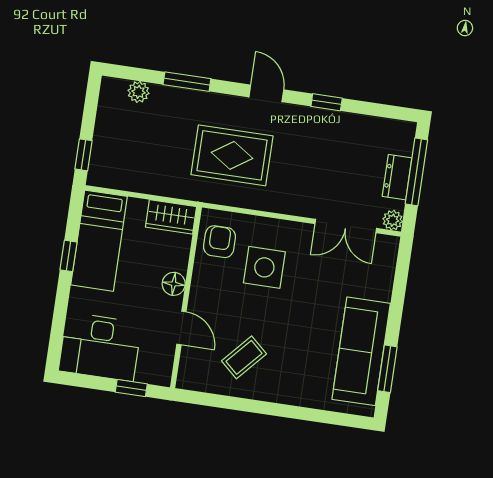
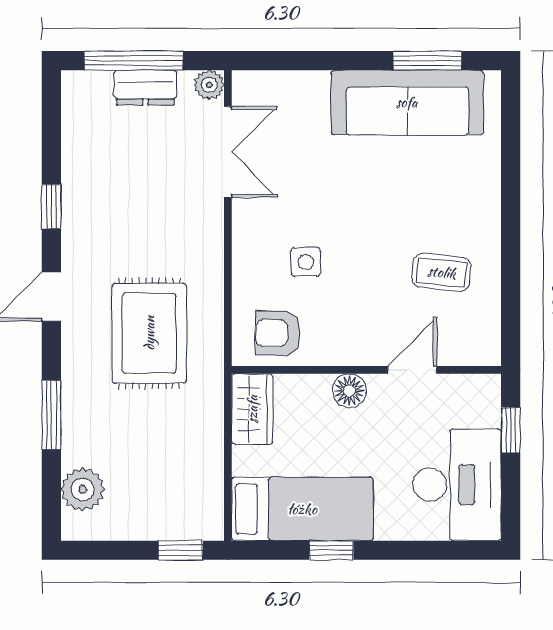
plant: (138, 92) -> (83, 489), width x1.38, depth x1.38
side table: (264, 267) -> (306, 262), width x0.54, depth x0.54
coffee table: (244, 357) -> (442, 272), turned -36

